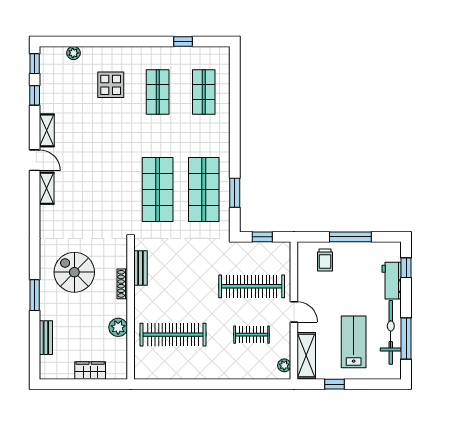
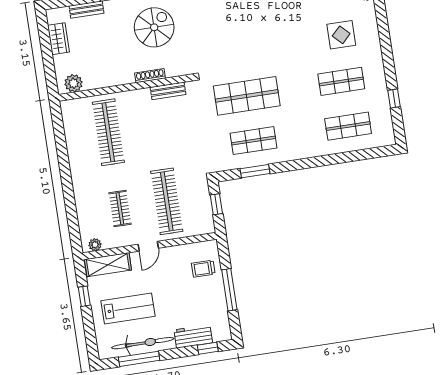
shop shelf: (204, 189) -> (254, 141), width x0.70, depth x0.74
plant: (118, 327) -> (73, 83), moved
wardrobe: (90, 370) -> (58, 39), moved

